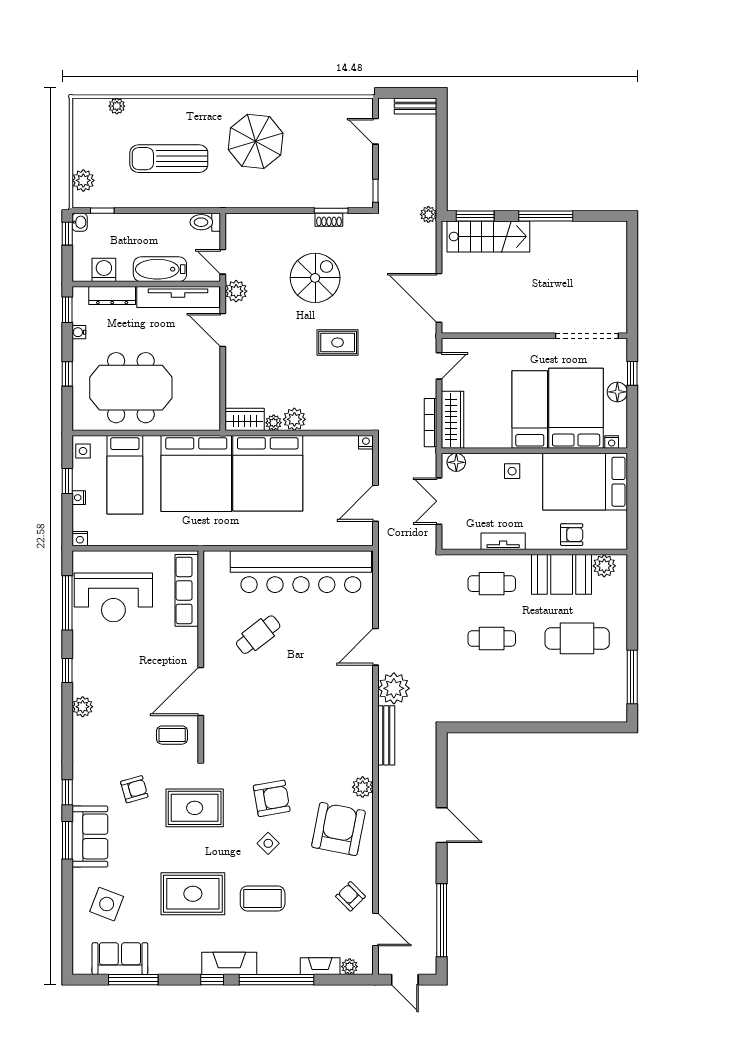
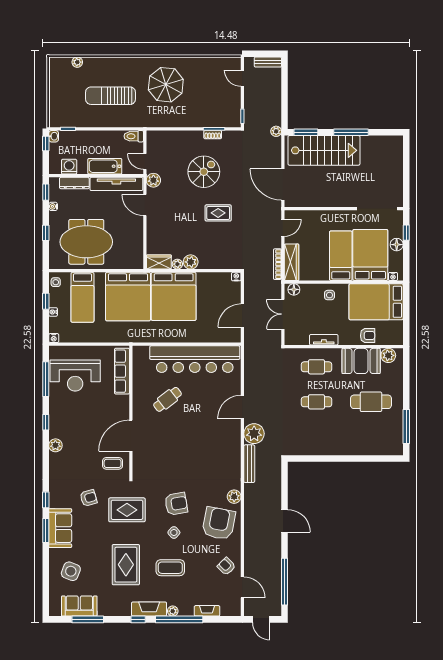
plant: (83, 180) -> (56, 110), removed
stairs: (488, 236) -> (324, 150), width x1.36, depth x1.51
rug: (193, 894) -> (126, 565), turned 90
plant: (350, 967) -> (173, 611), moved

